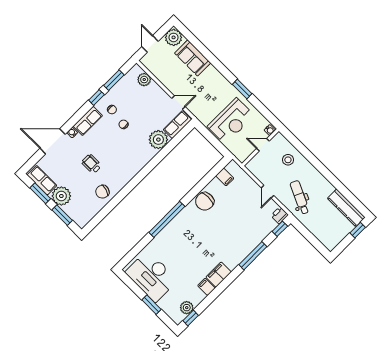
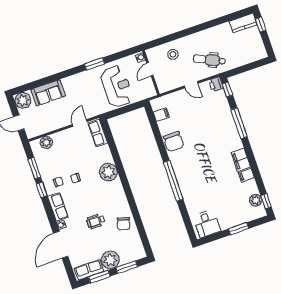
plant: (158, 140) -> (108, 172), moved
kitchen counter: (346, 208) -> (243, 23), width x0.67
desk: (151, 276) -> (207, 224), width x0.53, depth x0.77

